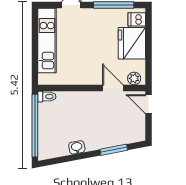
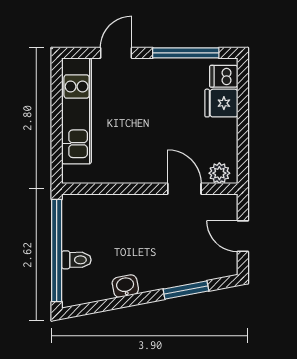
fridge: (132, 43) -> (221, 103), width x0.53, depth x0.75
toilet: (47, 97) -> (76, 260), moved
door: (148, 104) -> (243, 236), moved

